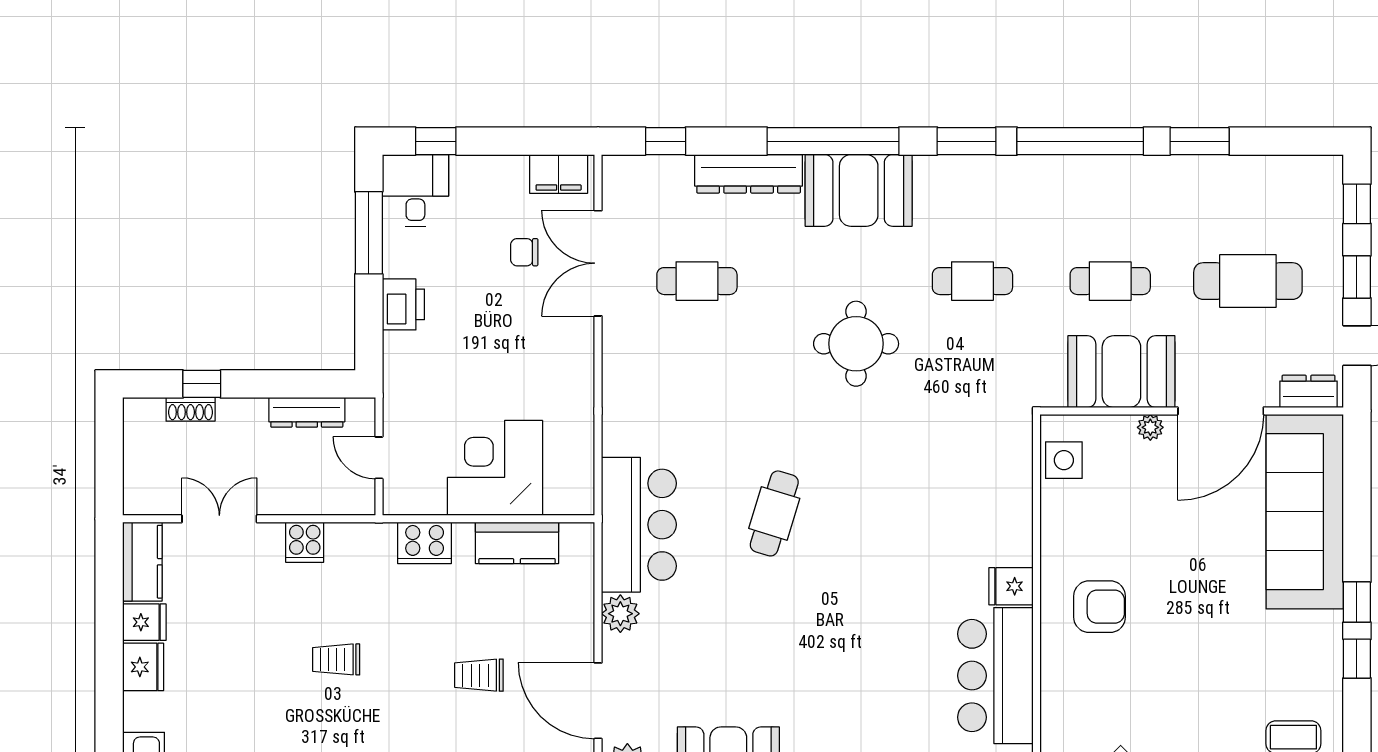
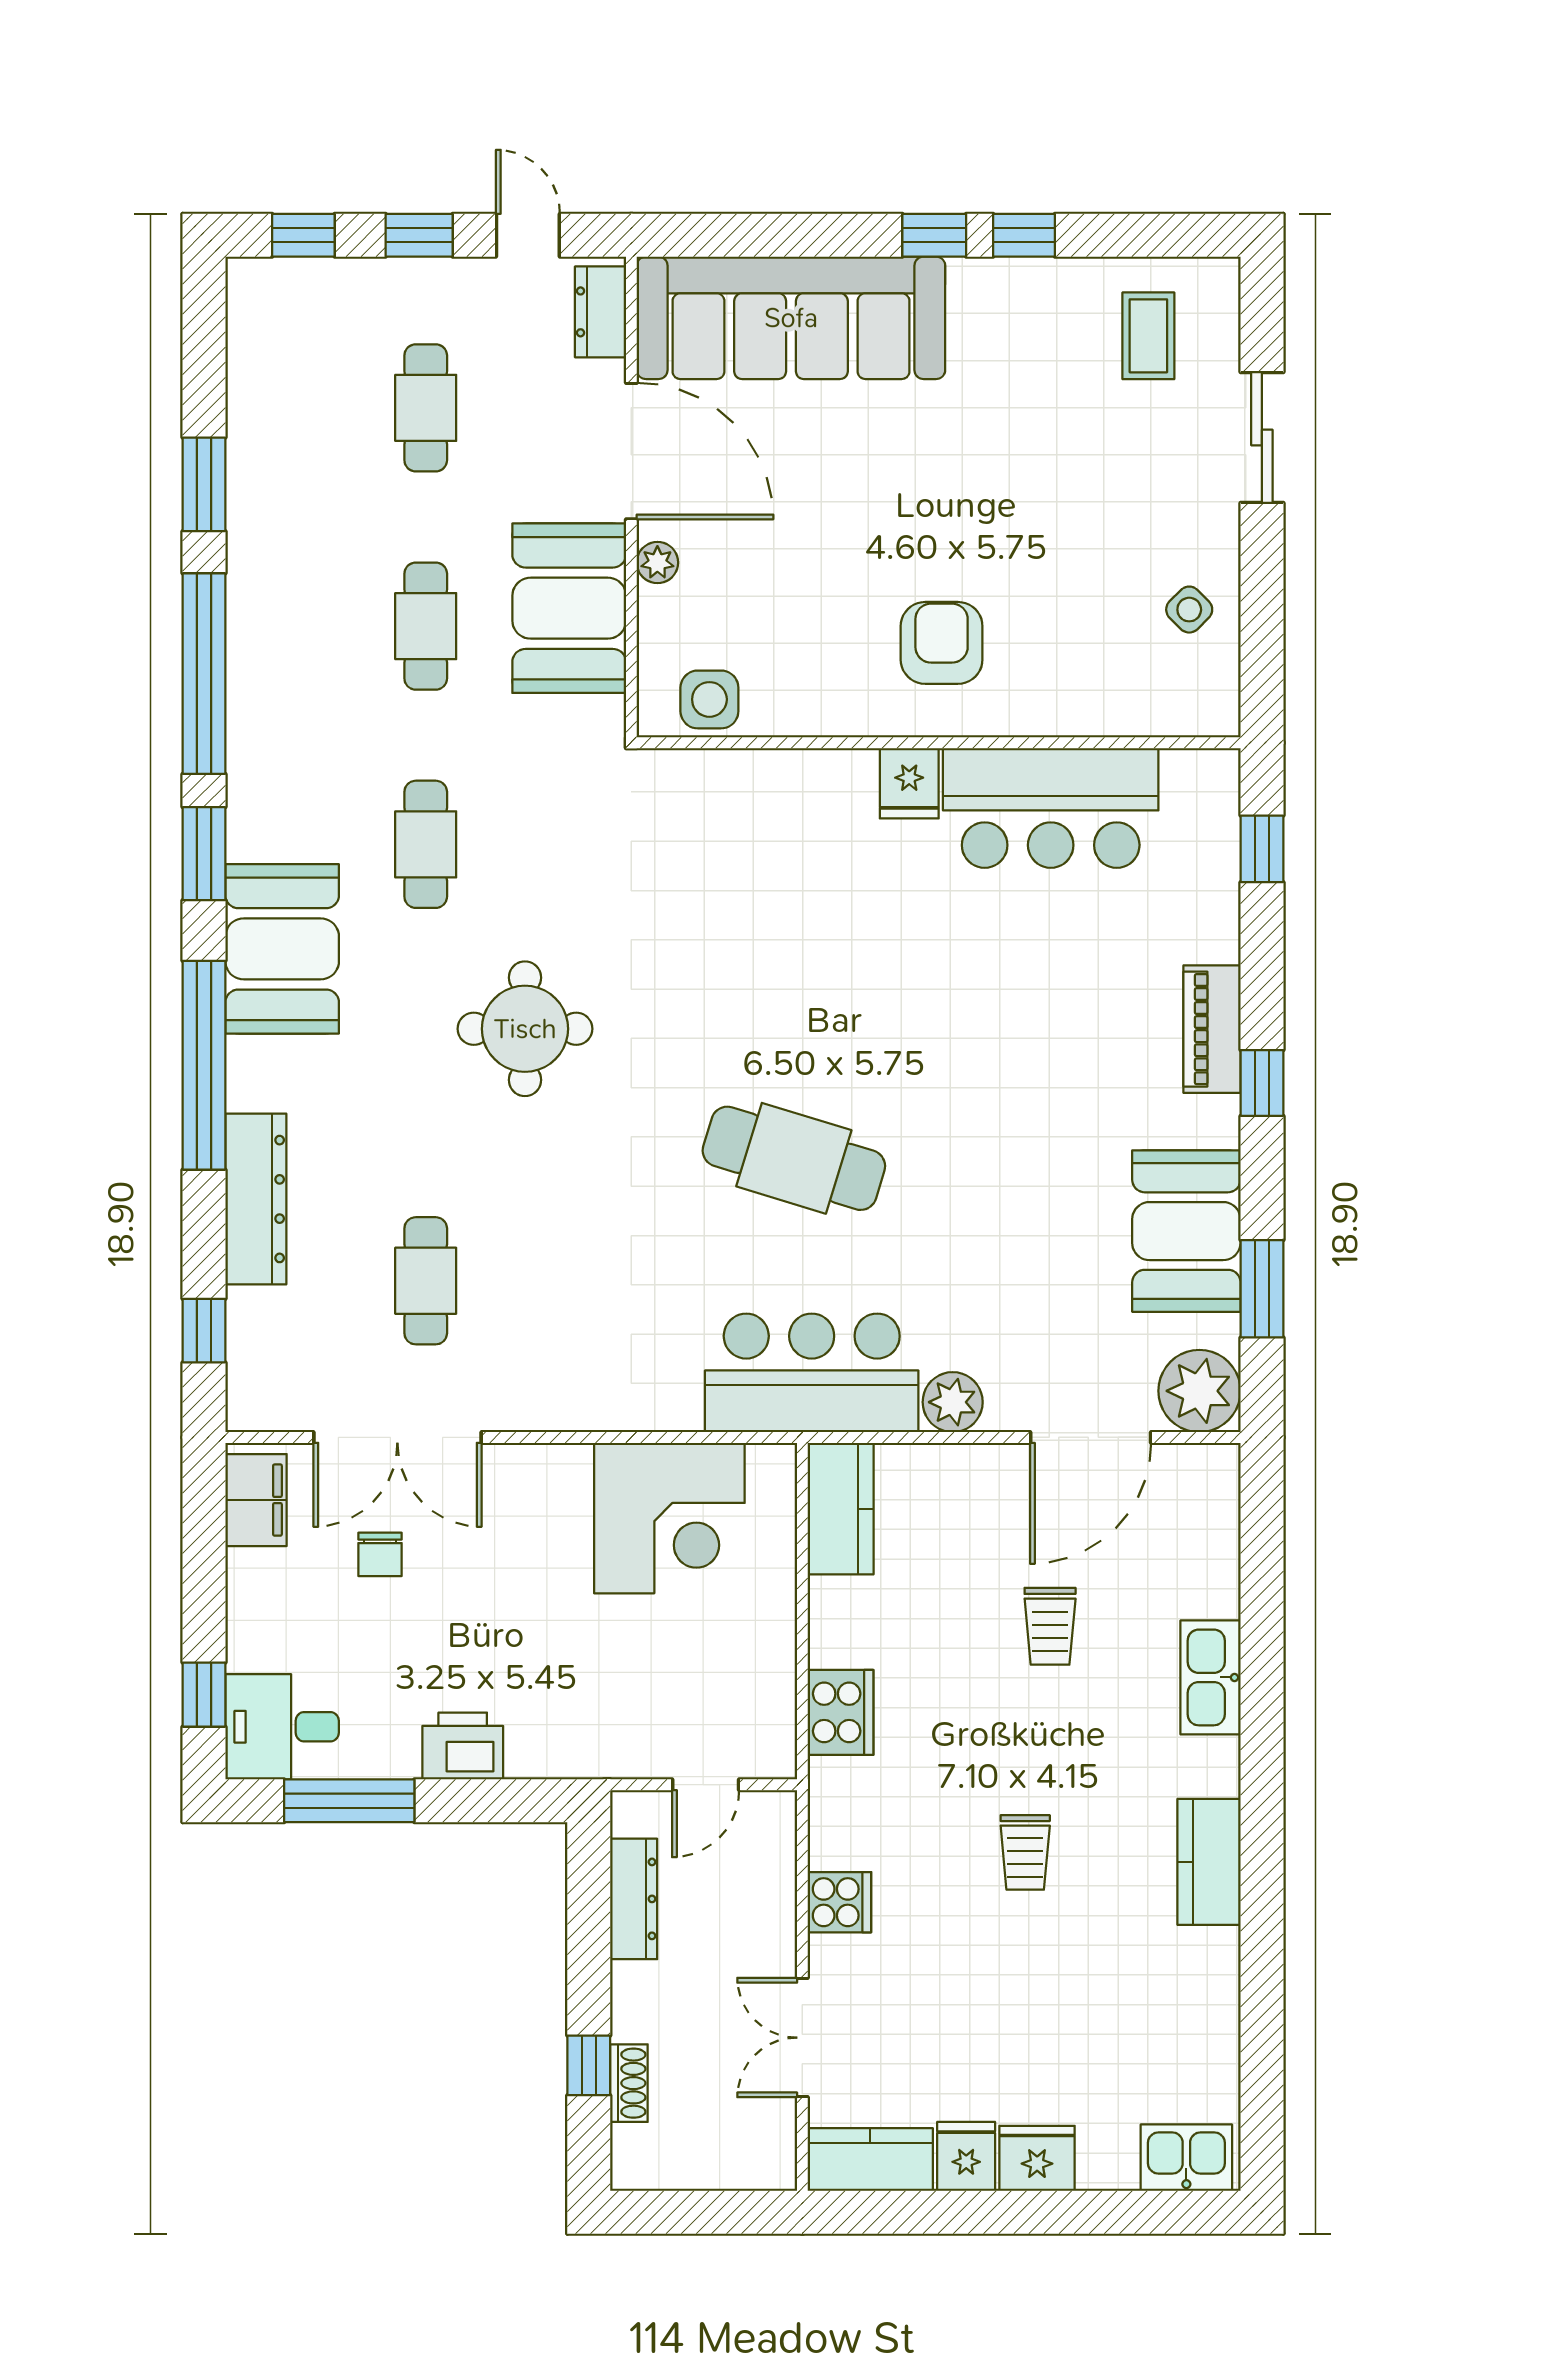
booth: (859, 190) -> (282, 949), moved
cafe table: (1248, 281) -> (426, 408), width x0.73, depth x0.74
corner desk: (495, 468) -> (669, 1518), moved, turned -90
cafe table: (774, 513) -> (794, 1158), width x1.37, depth x1.35
kitchen counter: (517, 543) -> (841, 1509), moved

